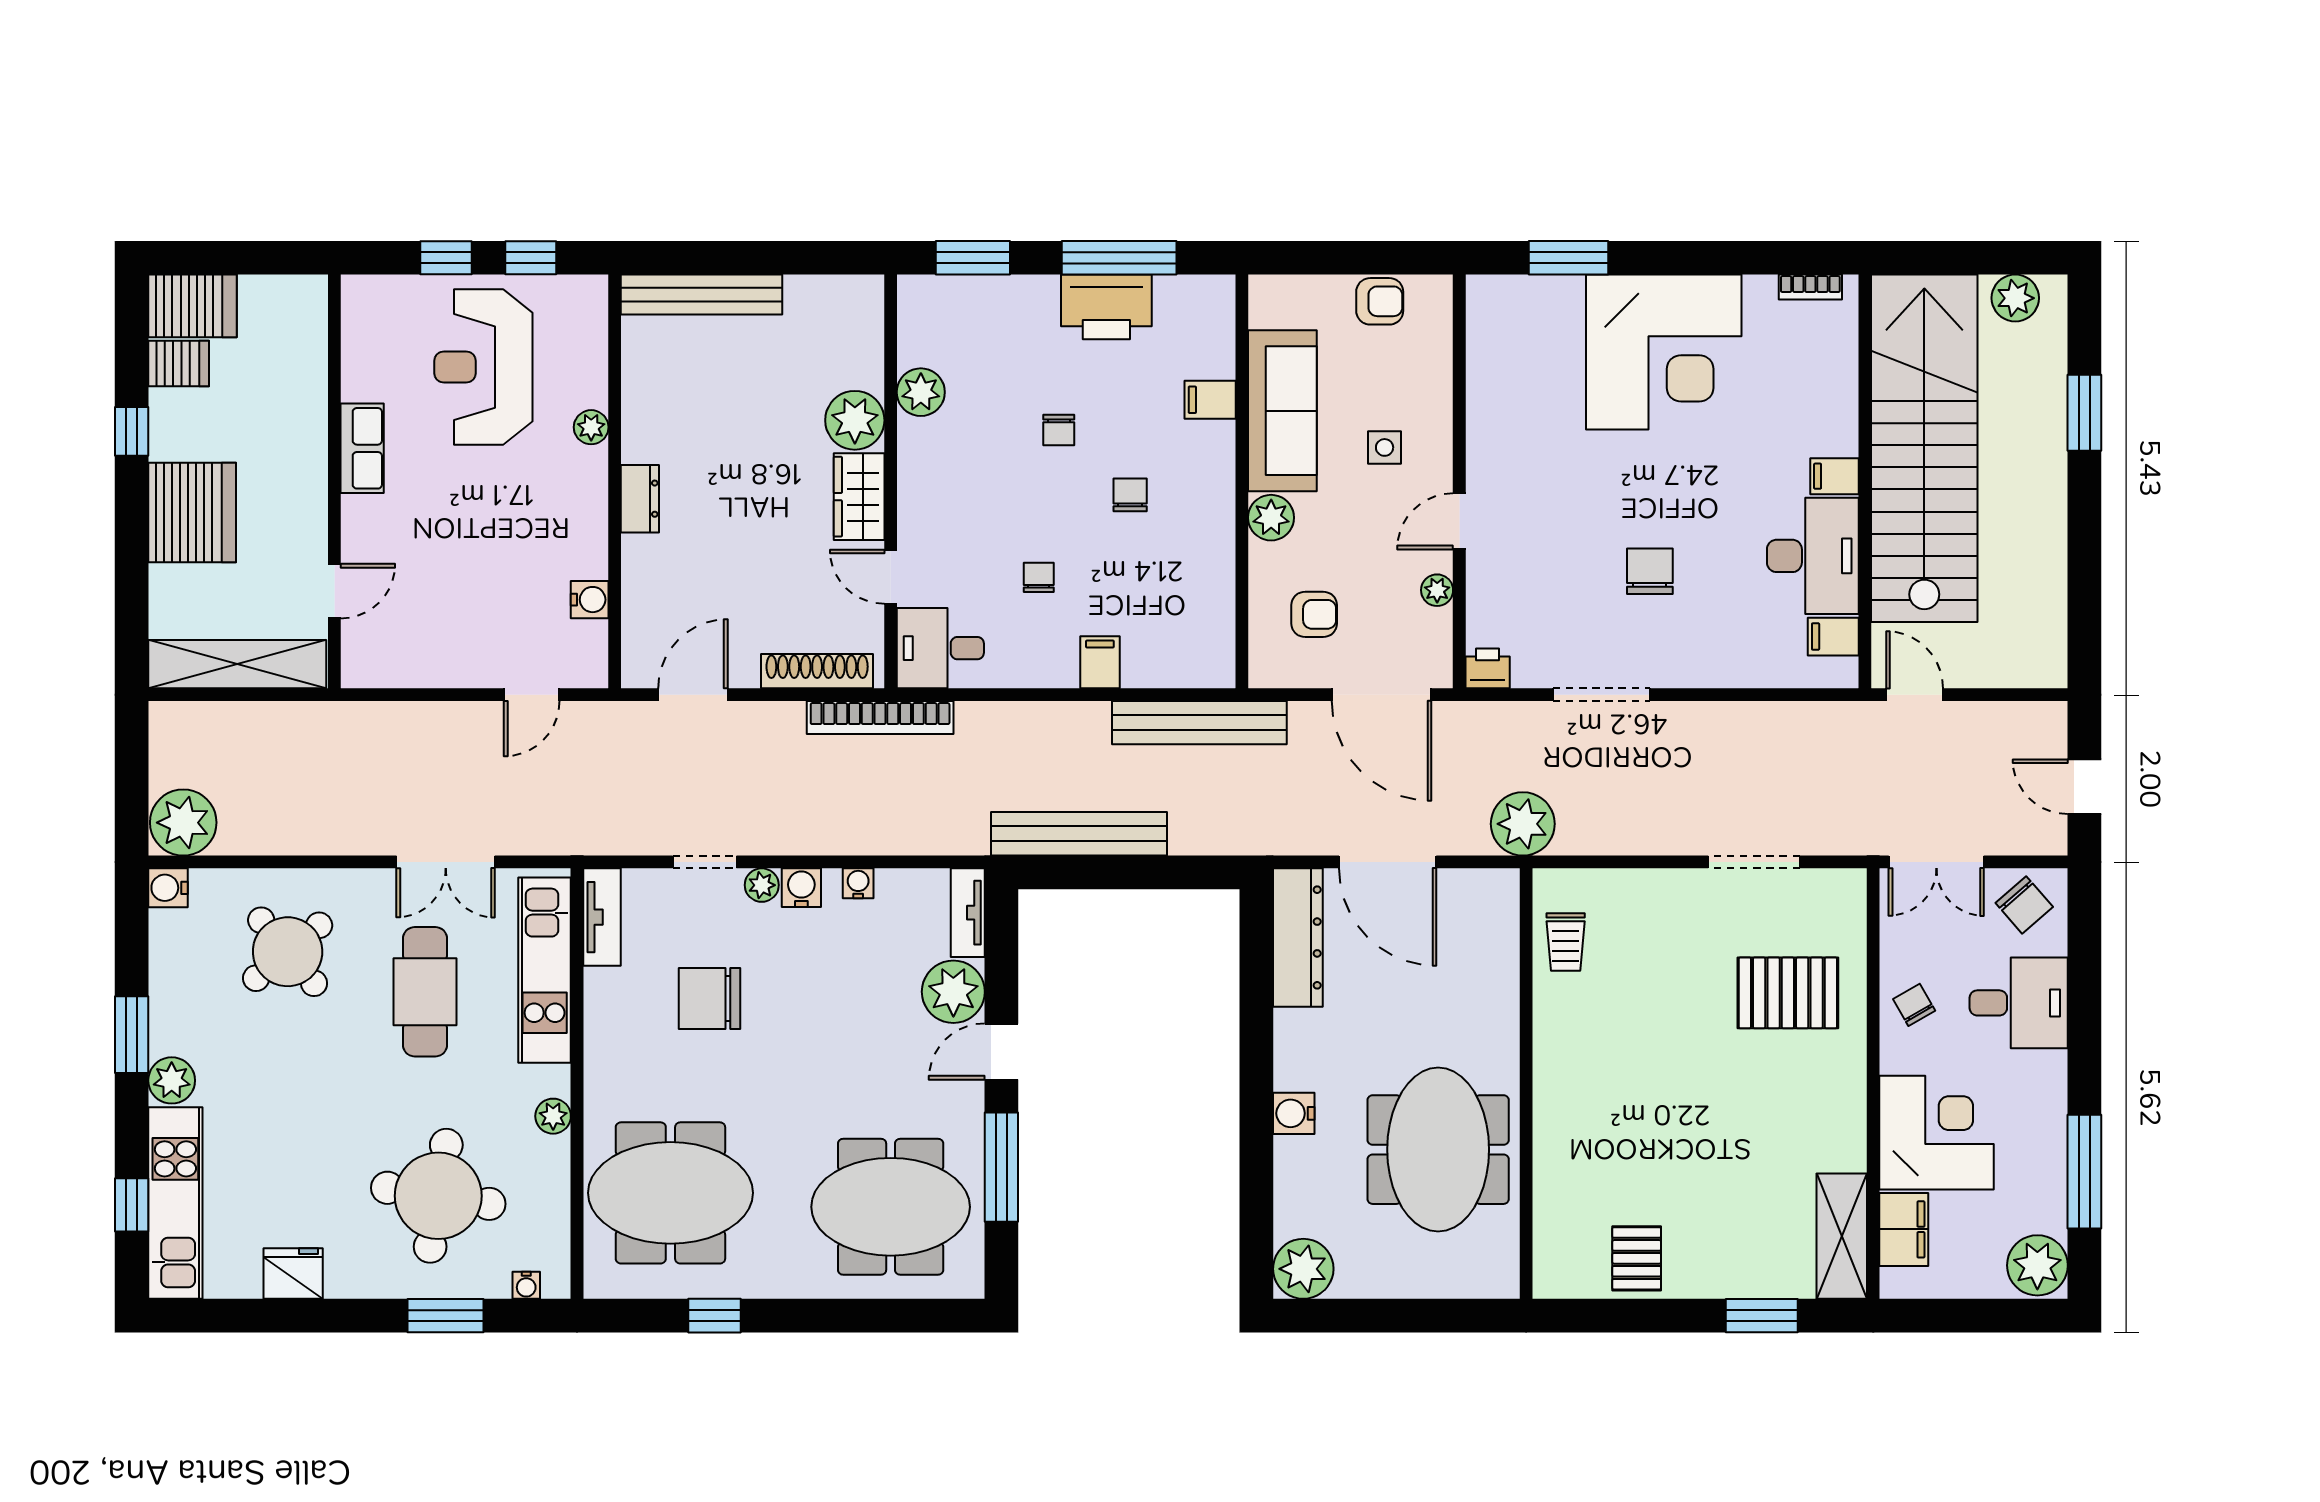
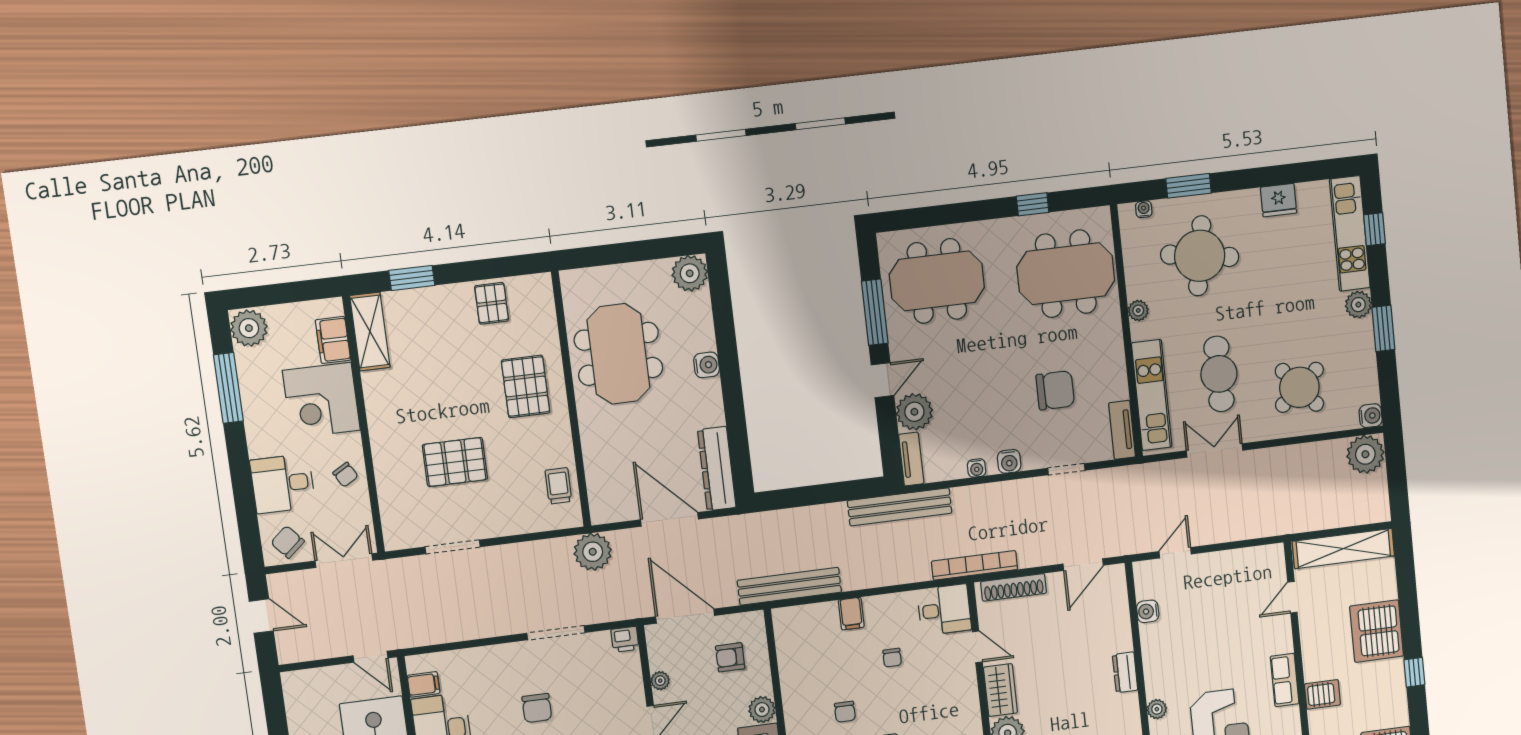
server rack: (179, 364) -> (1322, 694), moved, turned 180
bench: (1079, 834) -> (900, 507), moved
plant: (762, 885) -> (1032, 460), removed
pallet: (1788, 993) -> (455, 462), moved
pallet: (1599, 1114) -> (526, 386), added

